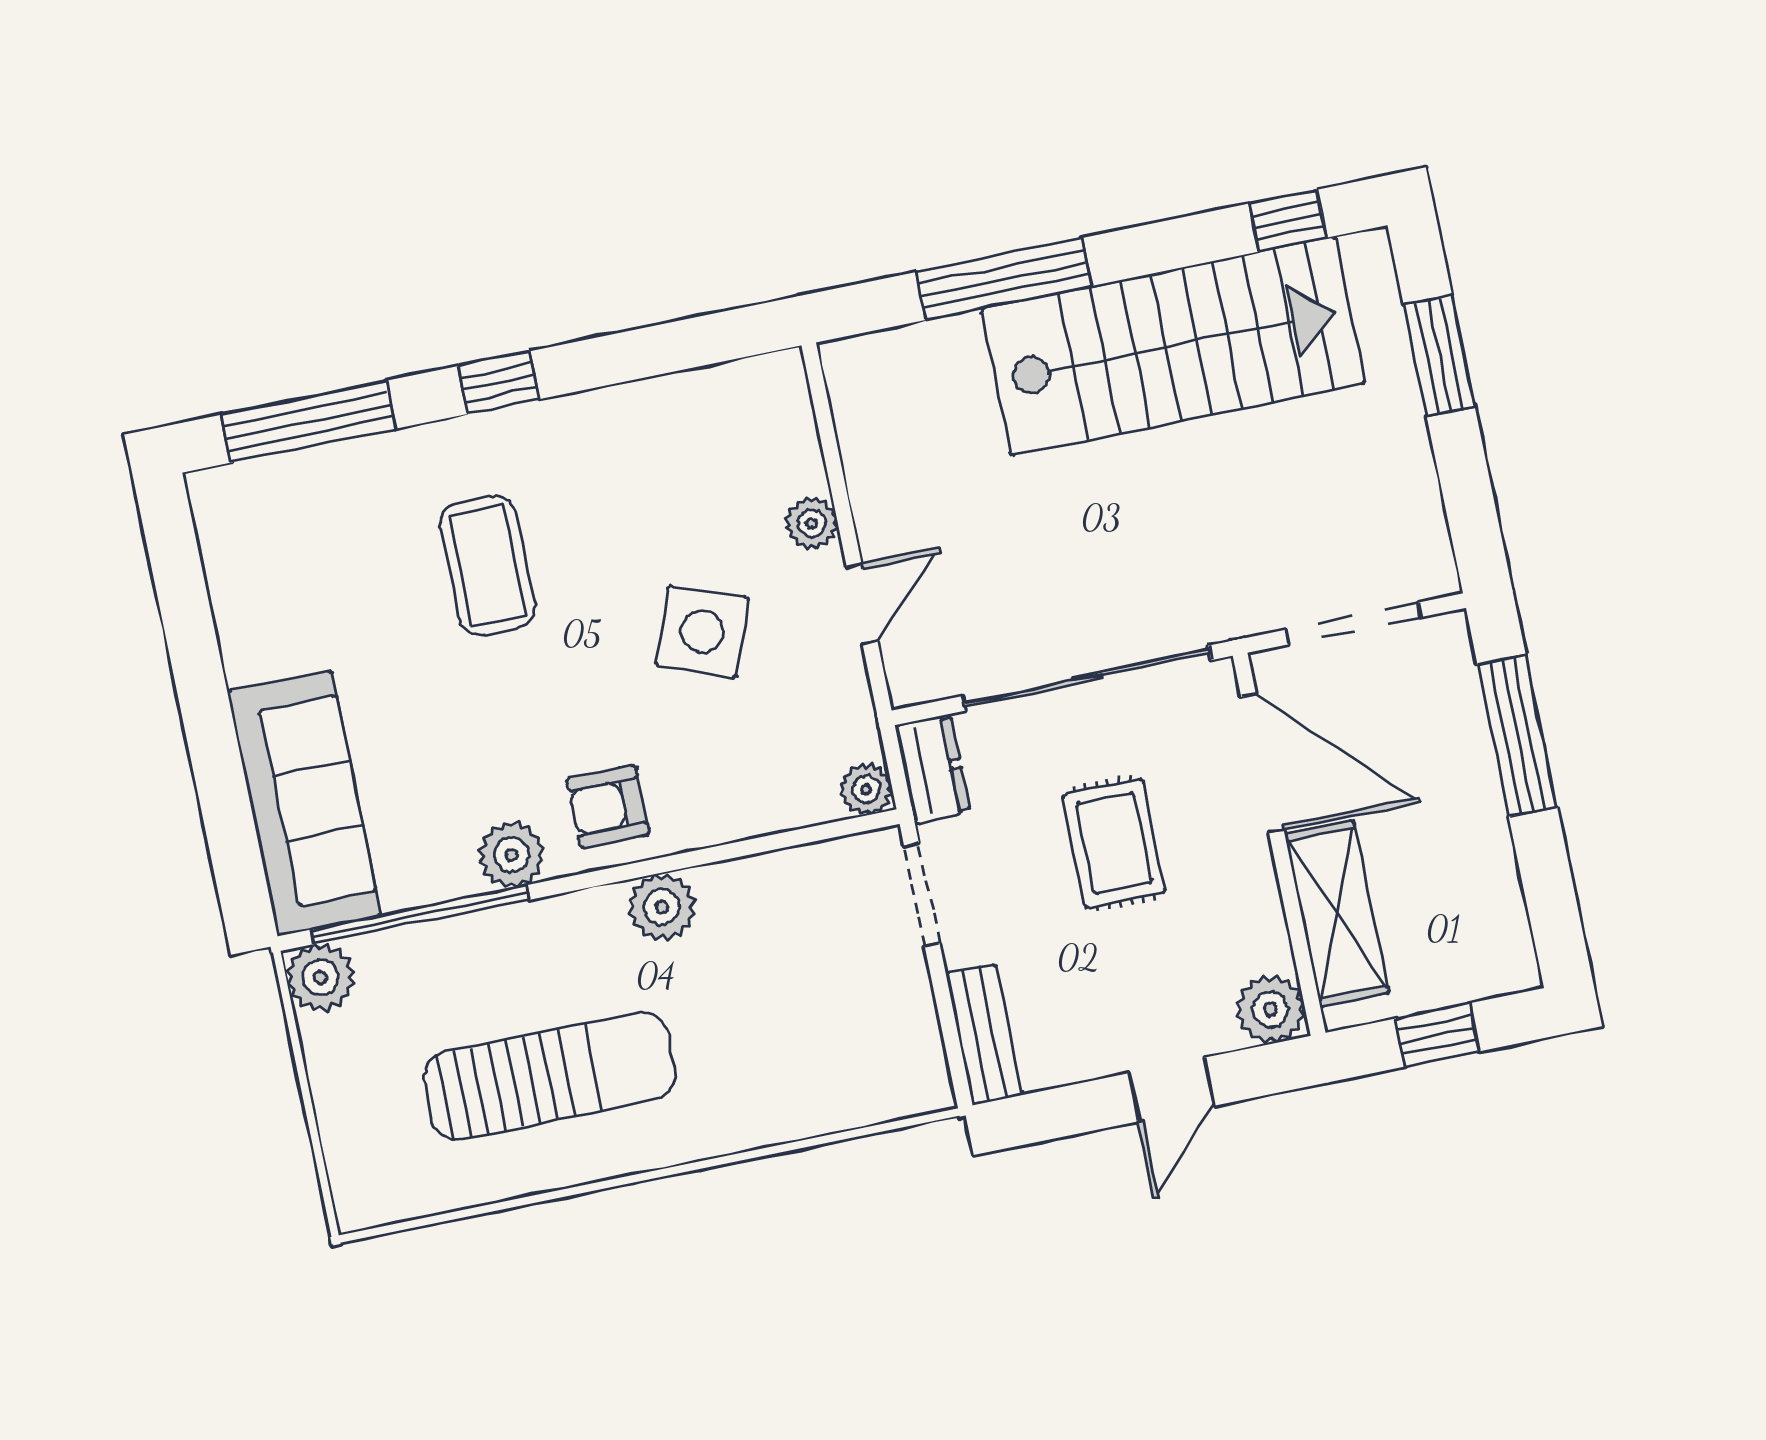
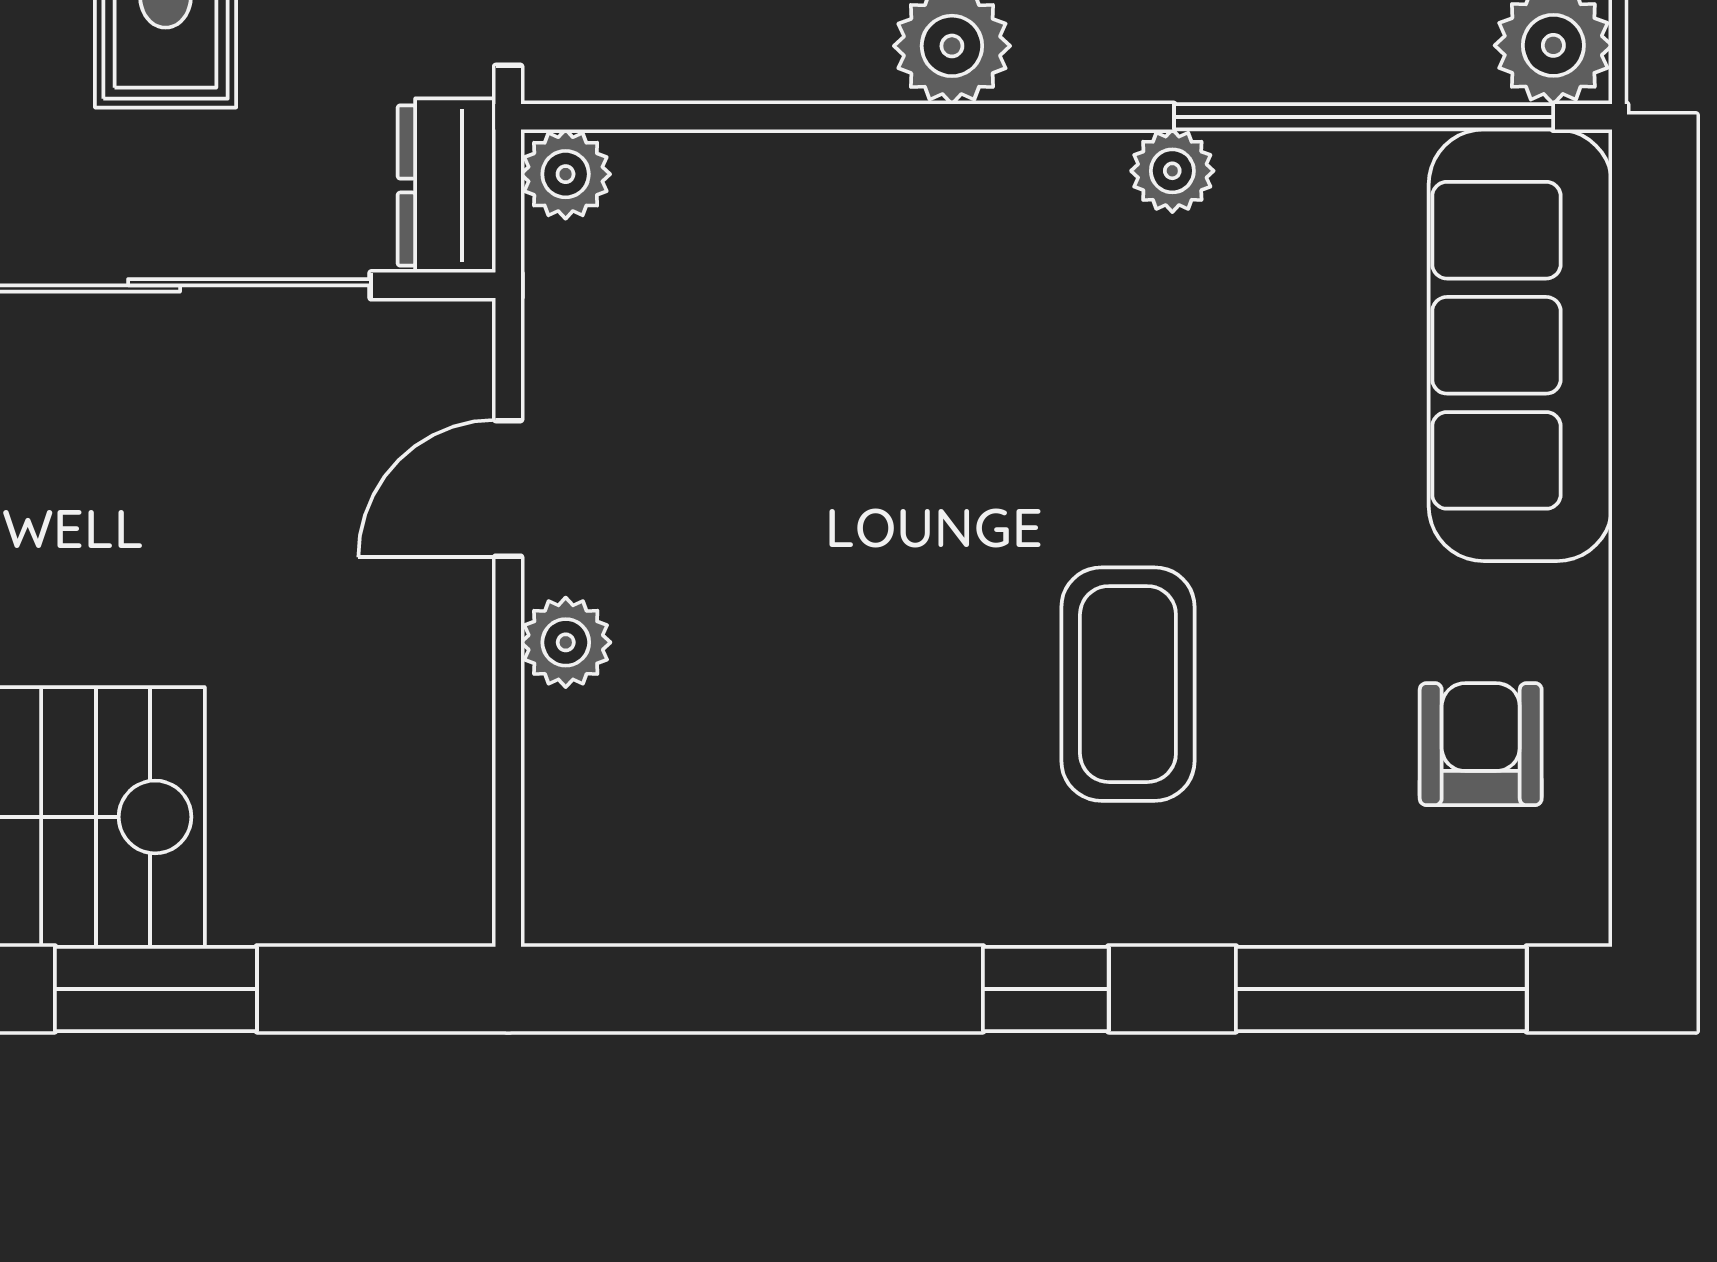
window: (1004, 279) -> (156, 989), width x0.69
side table: (702, 632) -> (788, 497), removed
armchair: (608, 807) -> (1481, 744), moved, turned -90
plant: (512, 855) -> (1172, 171), width x0.73, depth x0.73

